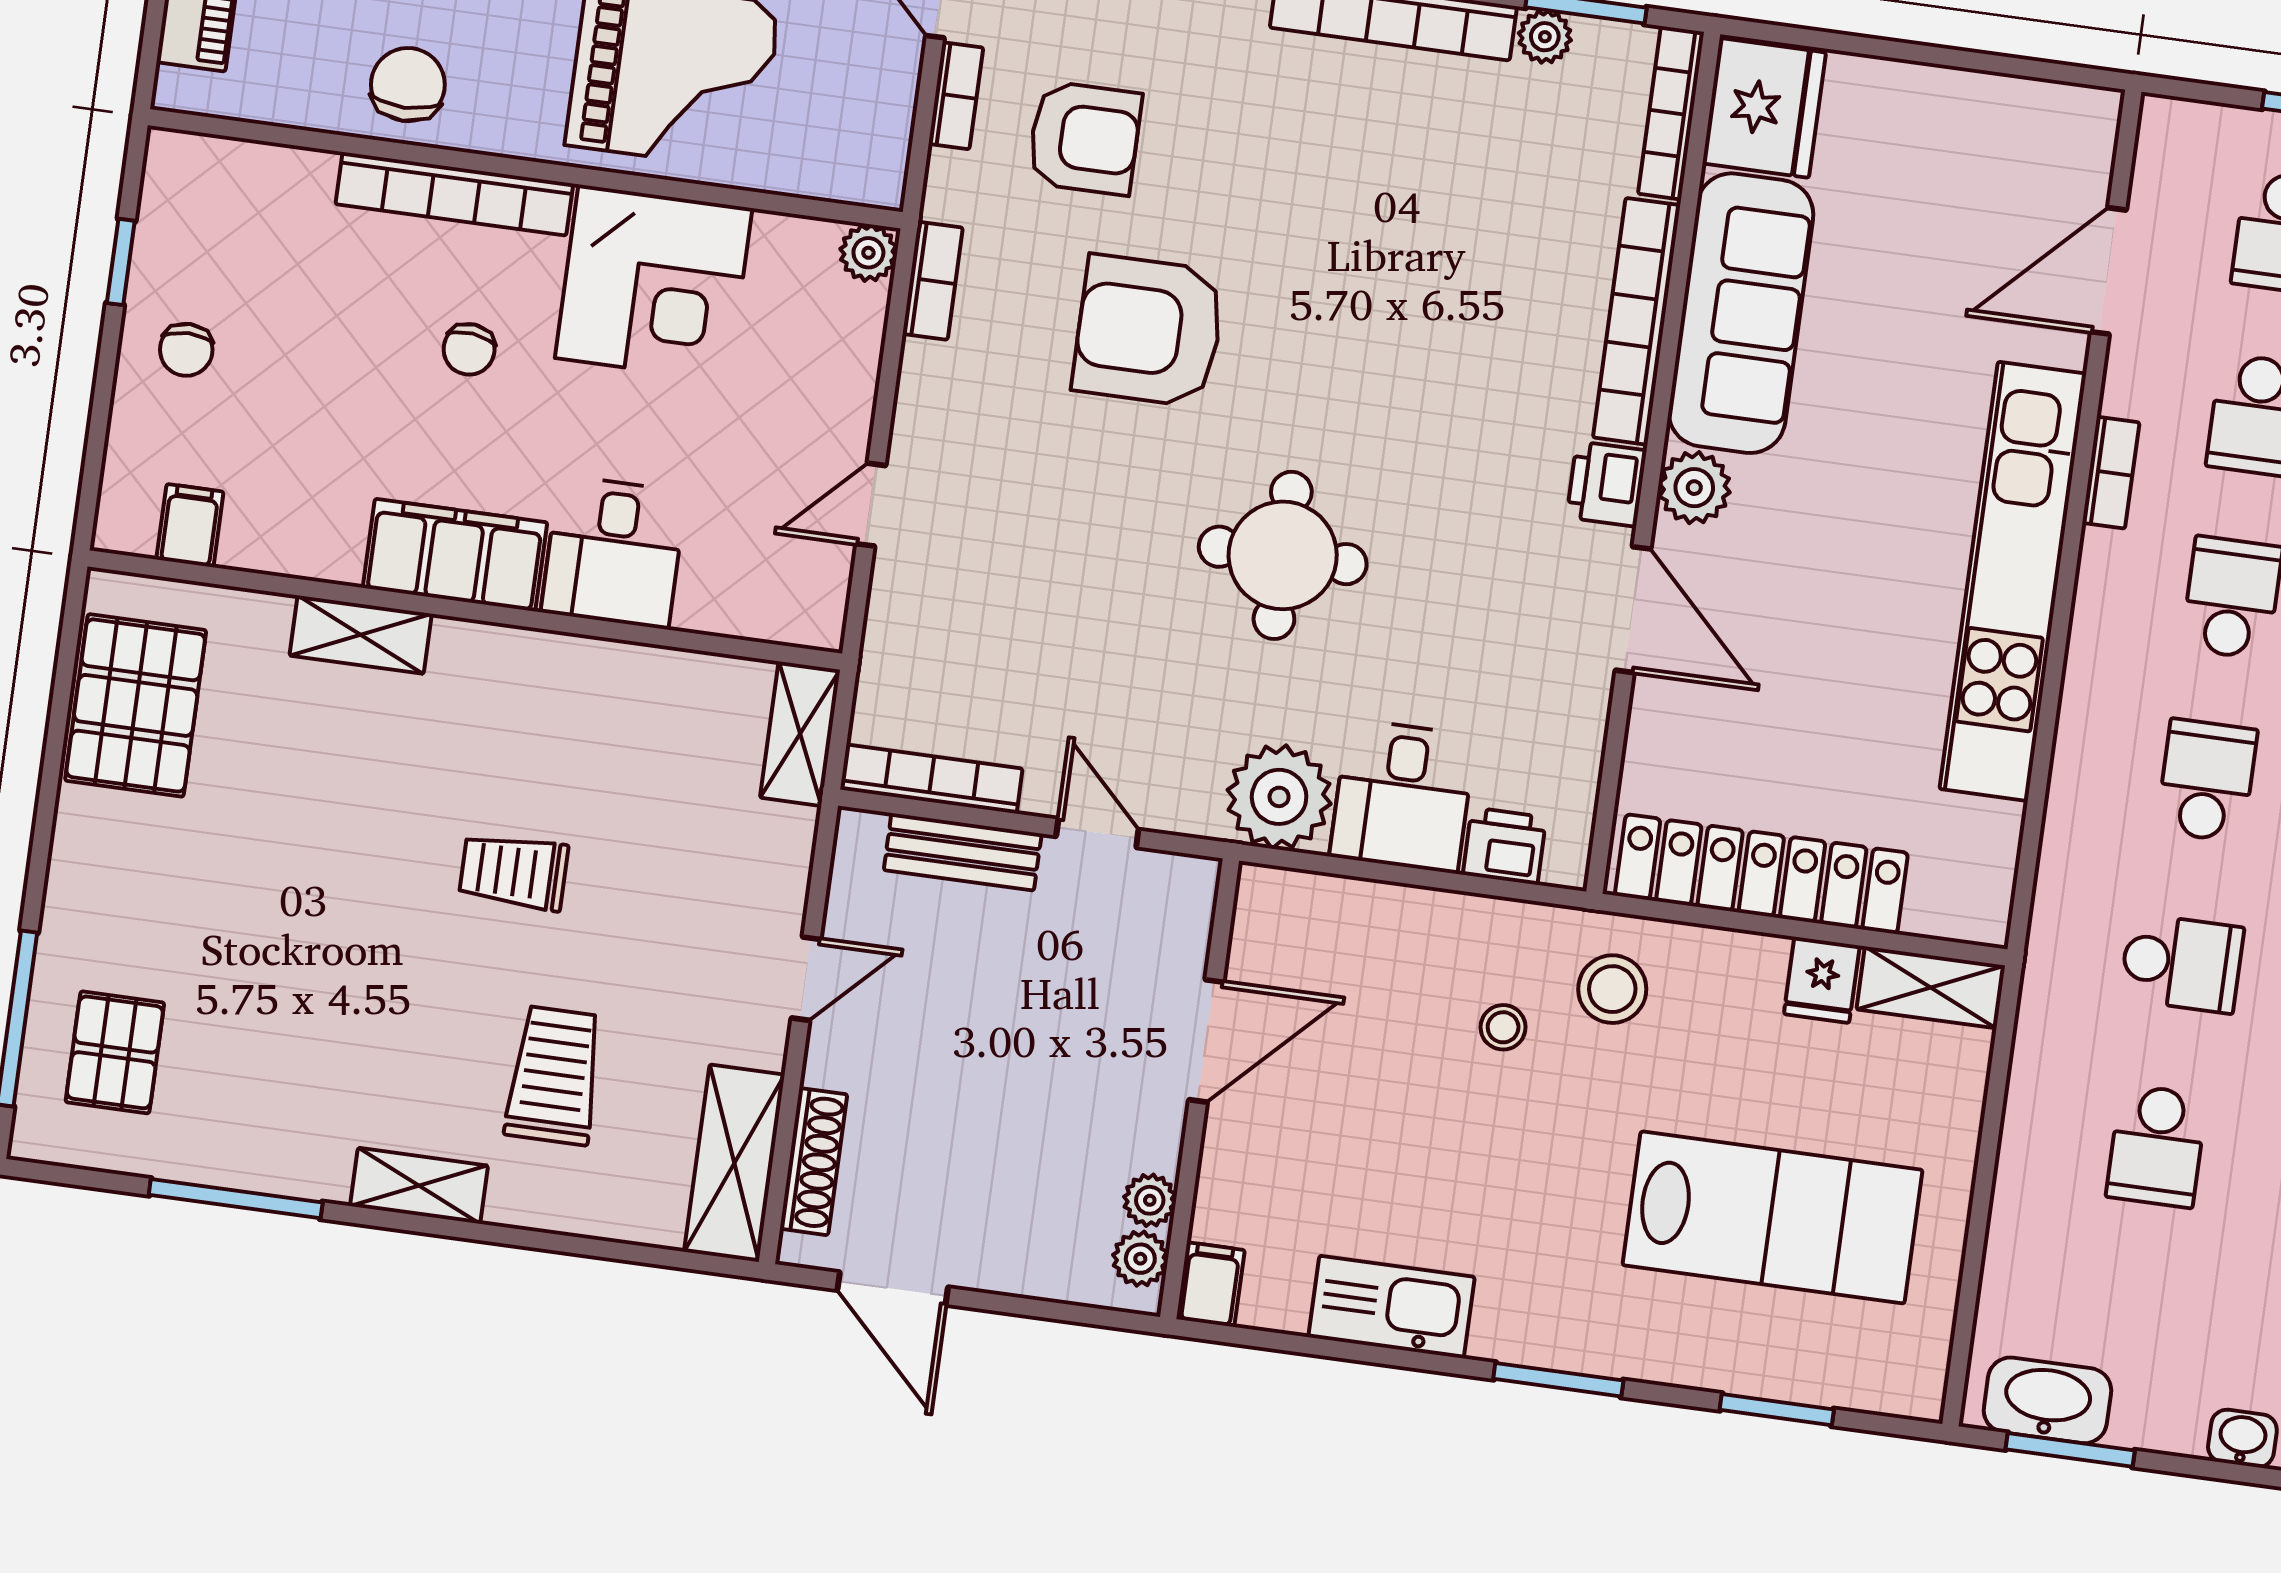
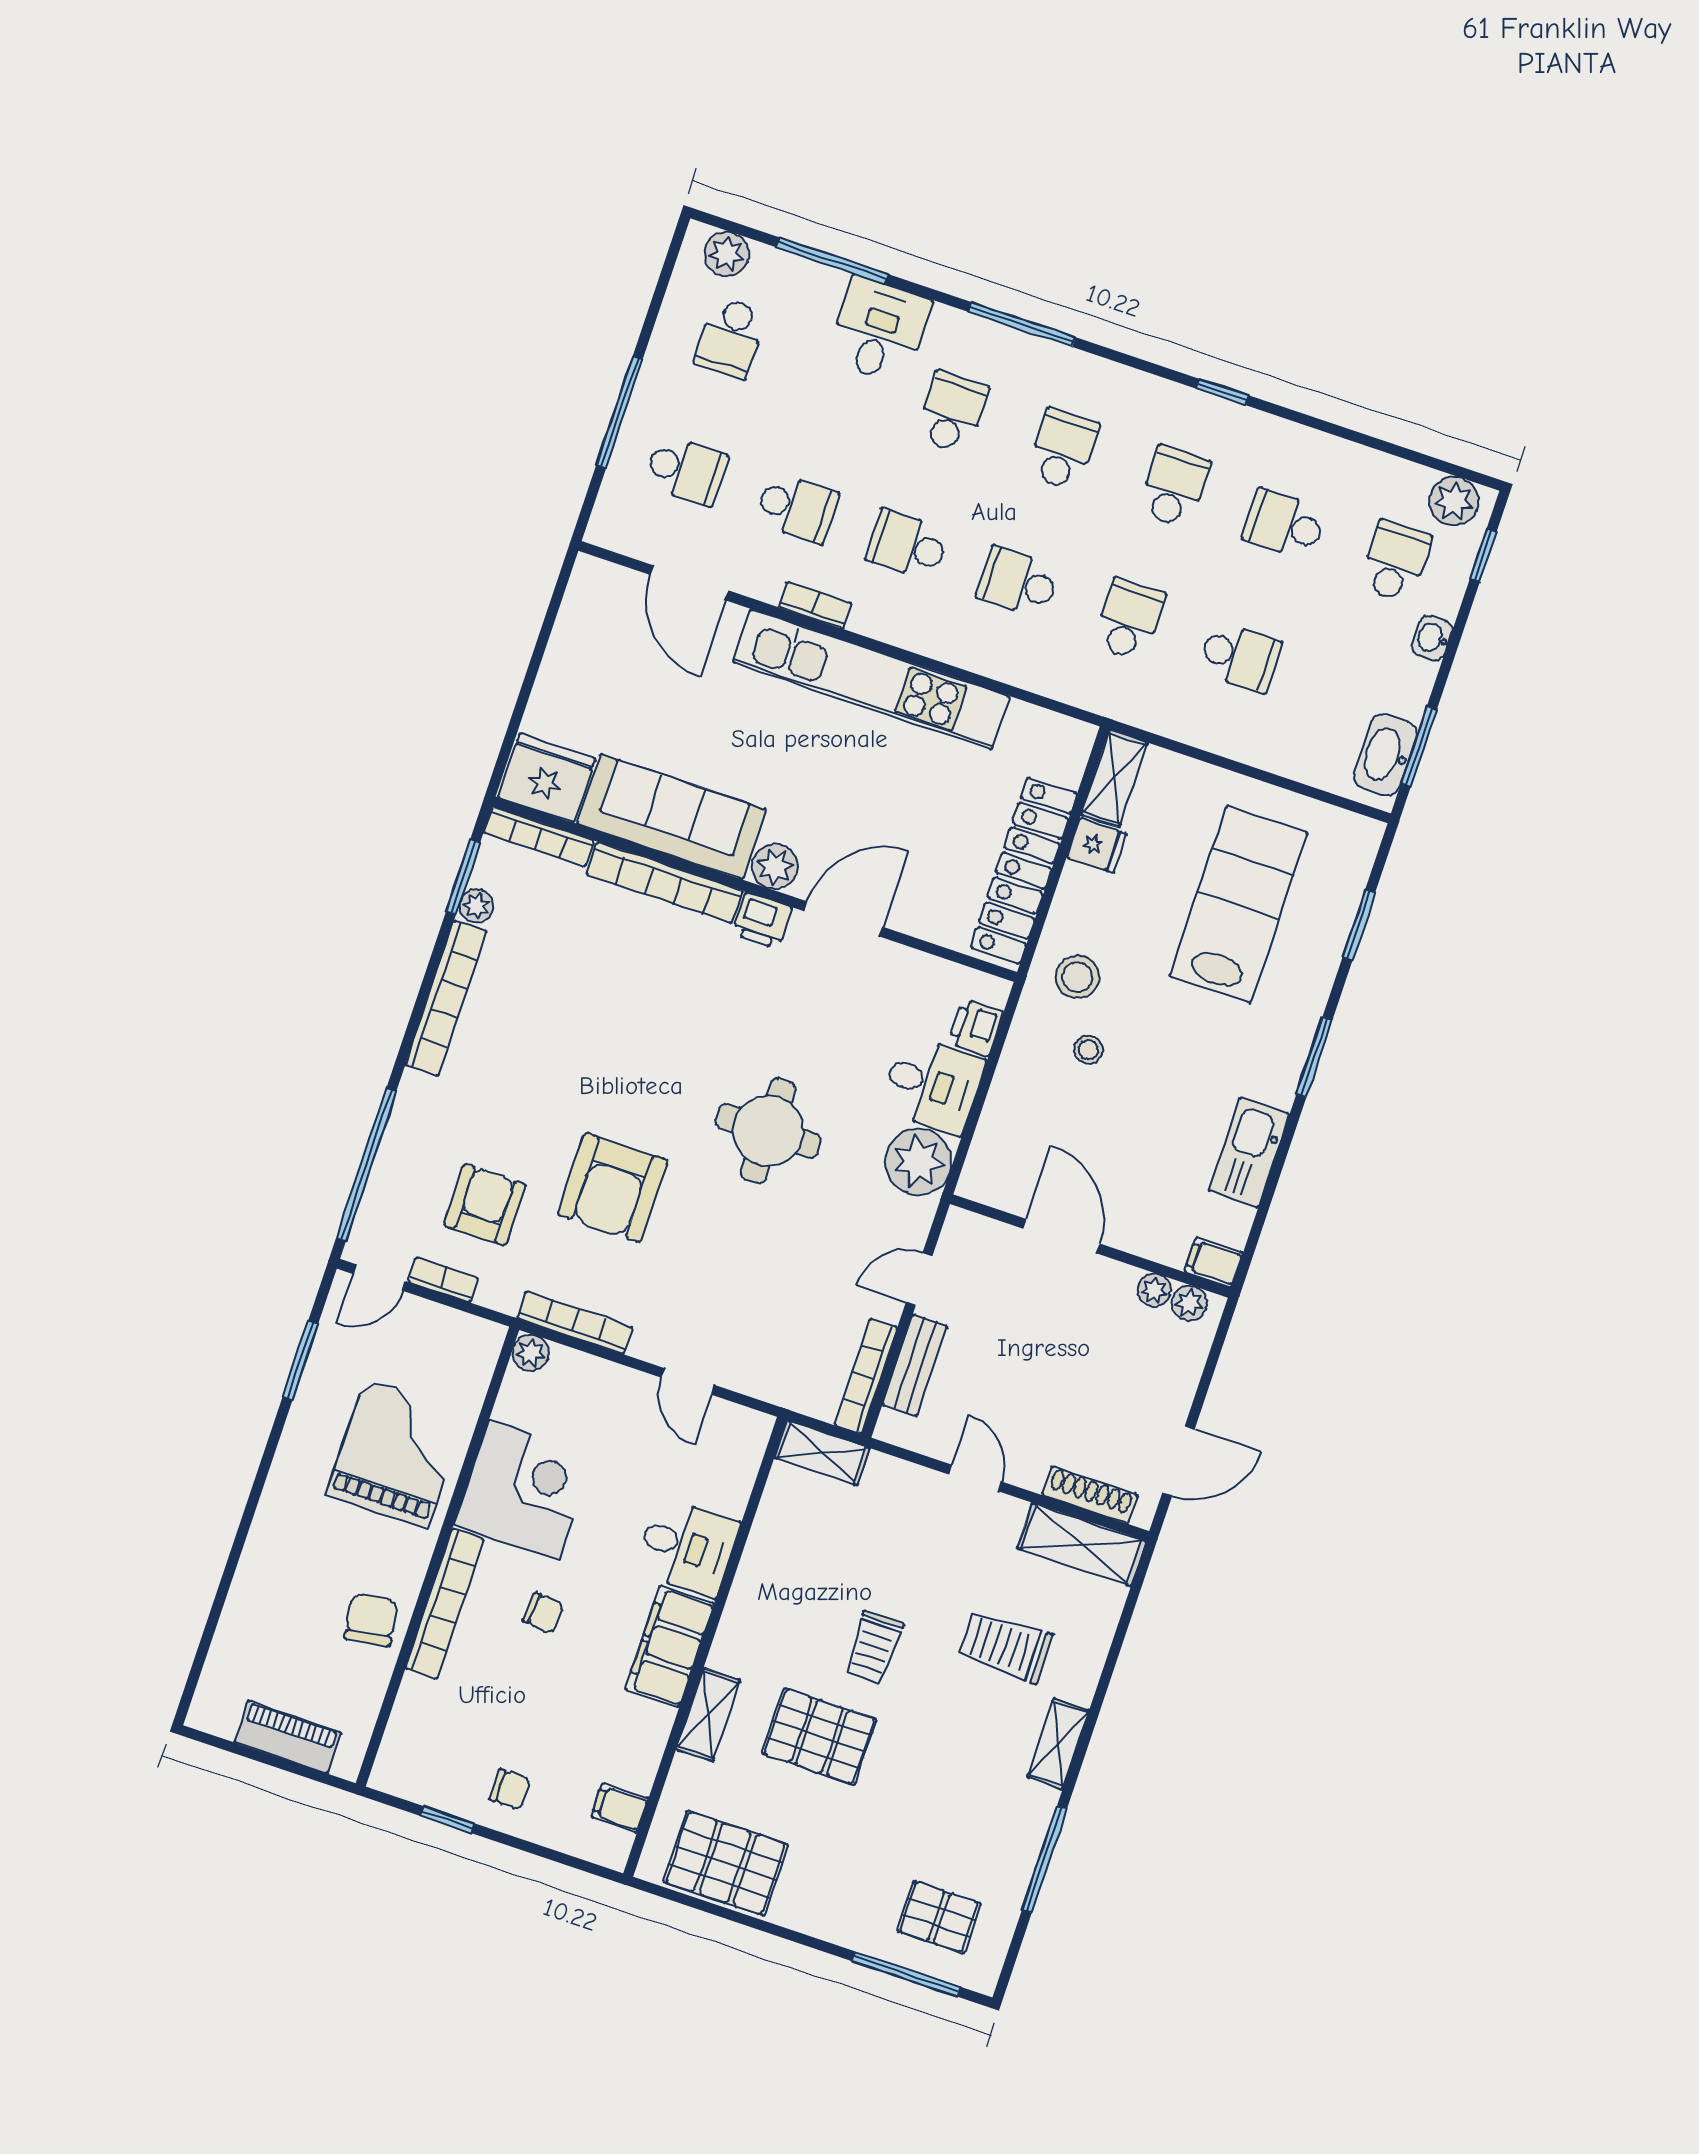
chair: (408, 85) -> (371, 1620), turned 81
bookcase: (933, 281) -> (575, 1323), width x1.56
pallet: (360, 814) -> (819, 1736), added

